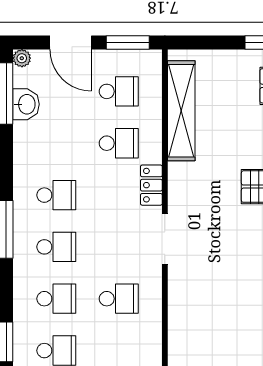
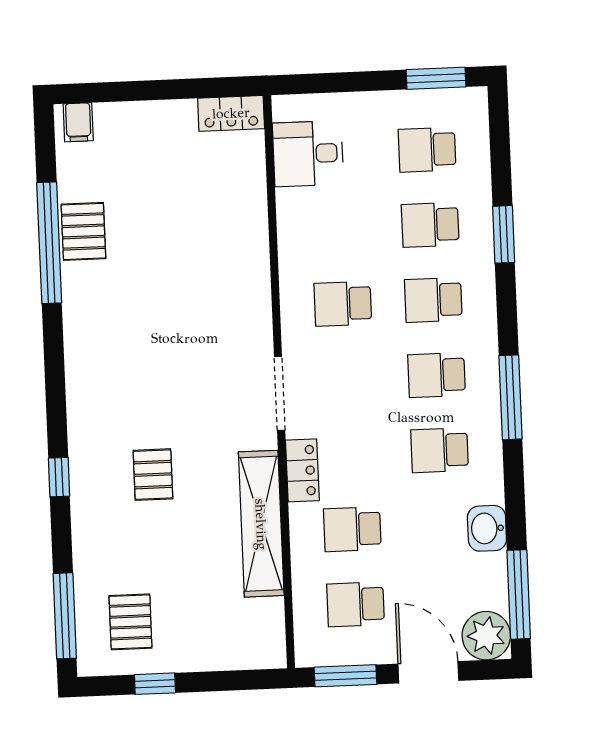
plant: (22, 58) -> (486, 636), width x1.88, depth x1.88
washbasin: (26, 104) -> (487, 528), moved
shelving: (181, 111) -> (261, 524), moved

